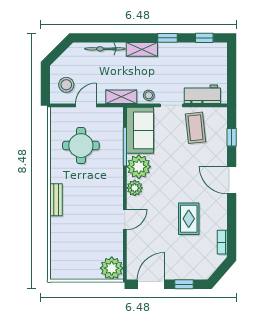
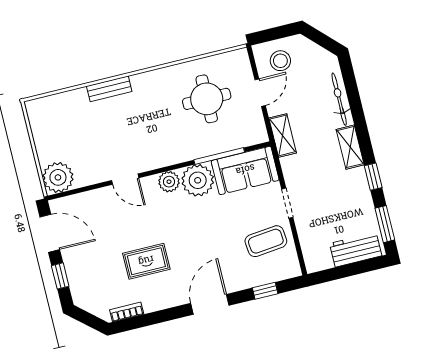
window: (204, 38) -> (385, 224), width x1.50
workbench: (202, 94) -> (356, 250), moved, turned -90
stool: (149, 95) -> (293, 171), removed
door: (86, 105) -> (260, 93), hinge flipped
bench: (56, 200) -> (109, 89), moved

